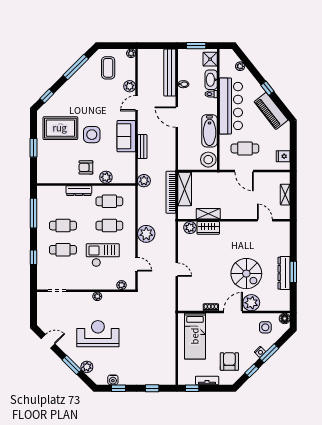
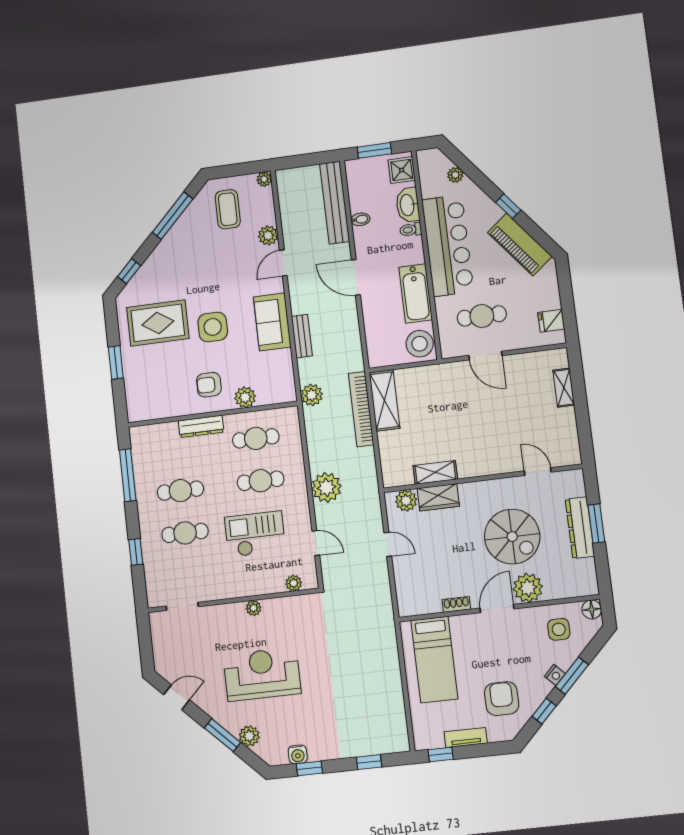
shelving: (208, 214) -> (435, 472), moved
wall: (234, 220) -> (482, 478), moved
door: (265, 220) -> (538, 472), moved
plant: (190, 228) -> (406, 501), moved
wardrobe: (208, 228) -> (438, 497), moved

